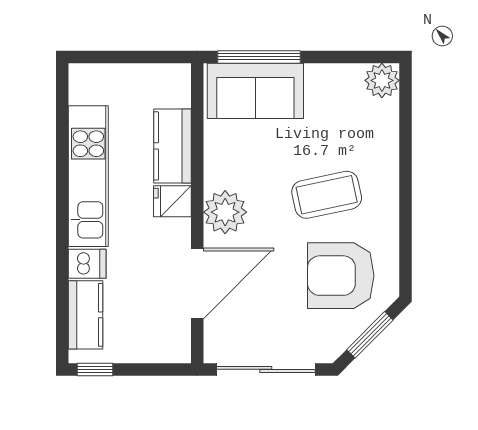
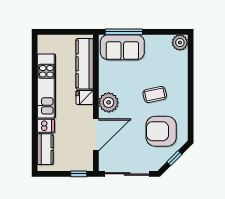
kitchen counter: (172, 146) -> (85, 64), width x1.50
coffee table: (327, 195) -> (155, 95), width x0.73, depth x0.77
window: (370, 335) -> (174, 158), width x0.67
window: (95, 369) -> (79, 174), moved

